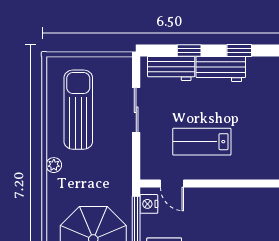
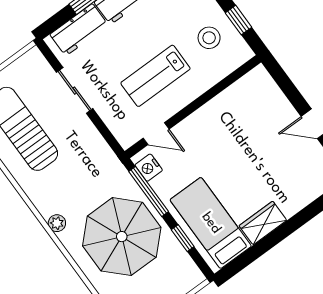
stool: (260, 142) -> (209, 38), added
plant: (54, 165) -> (57, 223), moved

